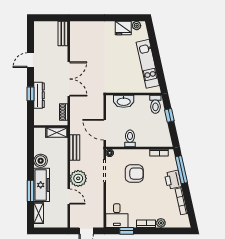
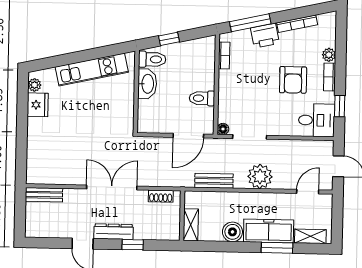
dresser: (39, 95) -> (114, 232), moved
washbasin: (124, 101) -> (147, 84), moved
shelving: (57, 133) -> (191, 225), moved
armchair: (134, 174) -> (293, 80), moved, turned 180
door: (69, 197) -> (308, 192), moved

